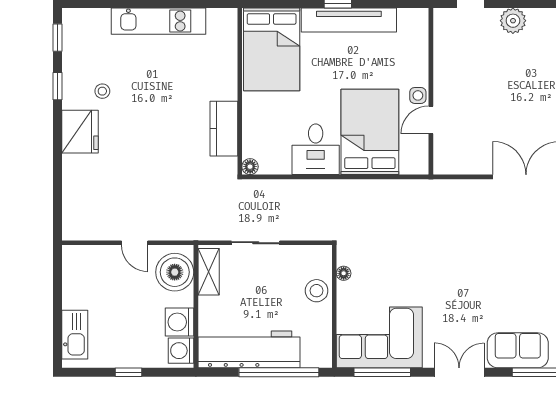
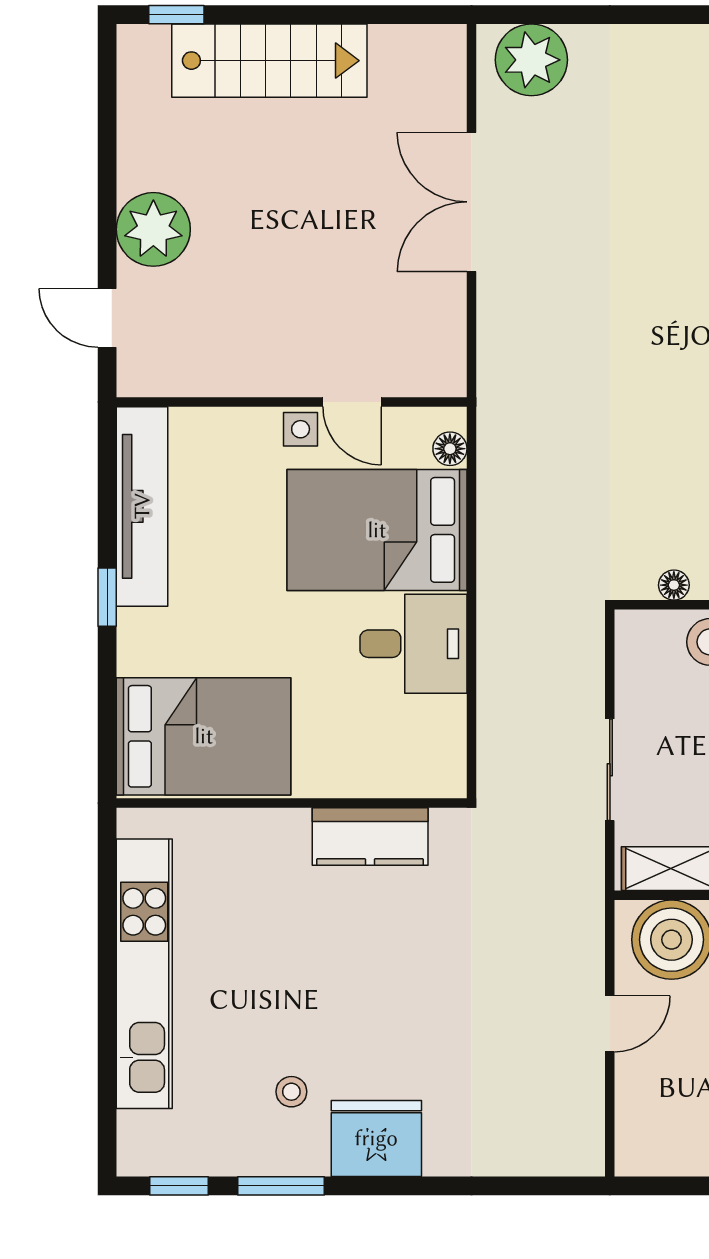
tv unit: (349, 20) -> (142, 506), moved
kitchen unit: (159, 21) -> (144, 974), width x1.36
plant: (513, 21) -> (153, 229), width x1.36, depth x1.36
window: (58, 86) -> (281, 1186), width x1.50
floor lamp: (250, 167) -> (450, 449), moved

